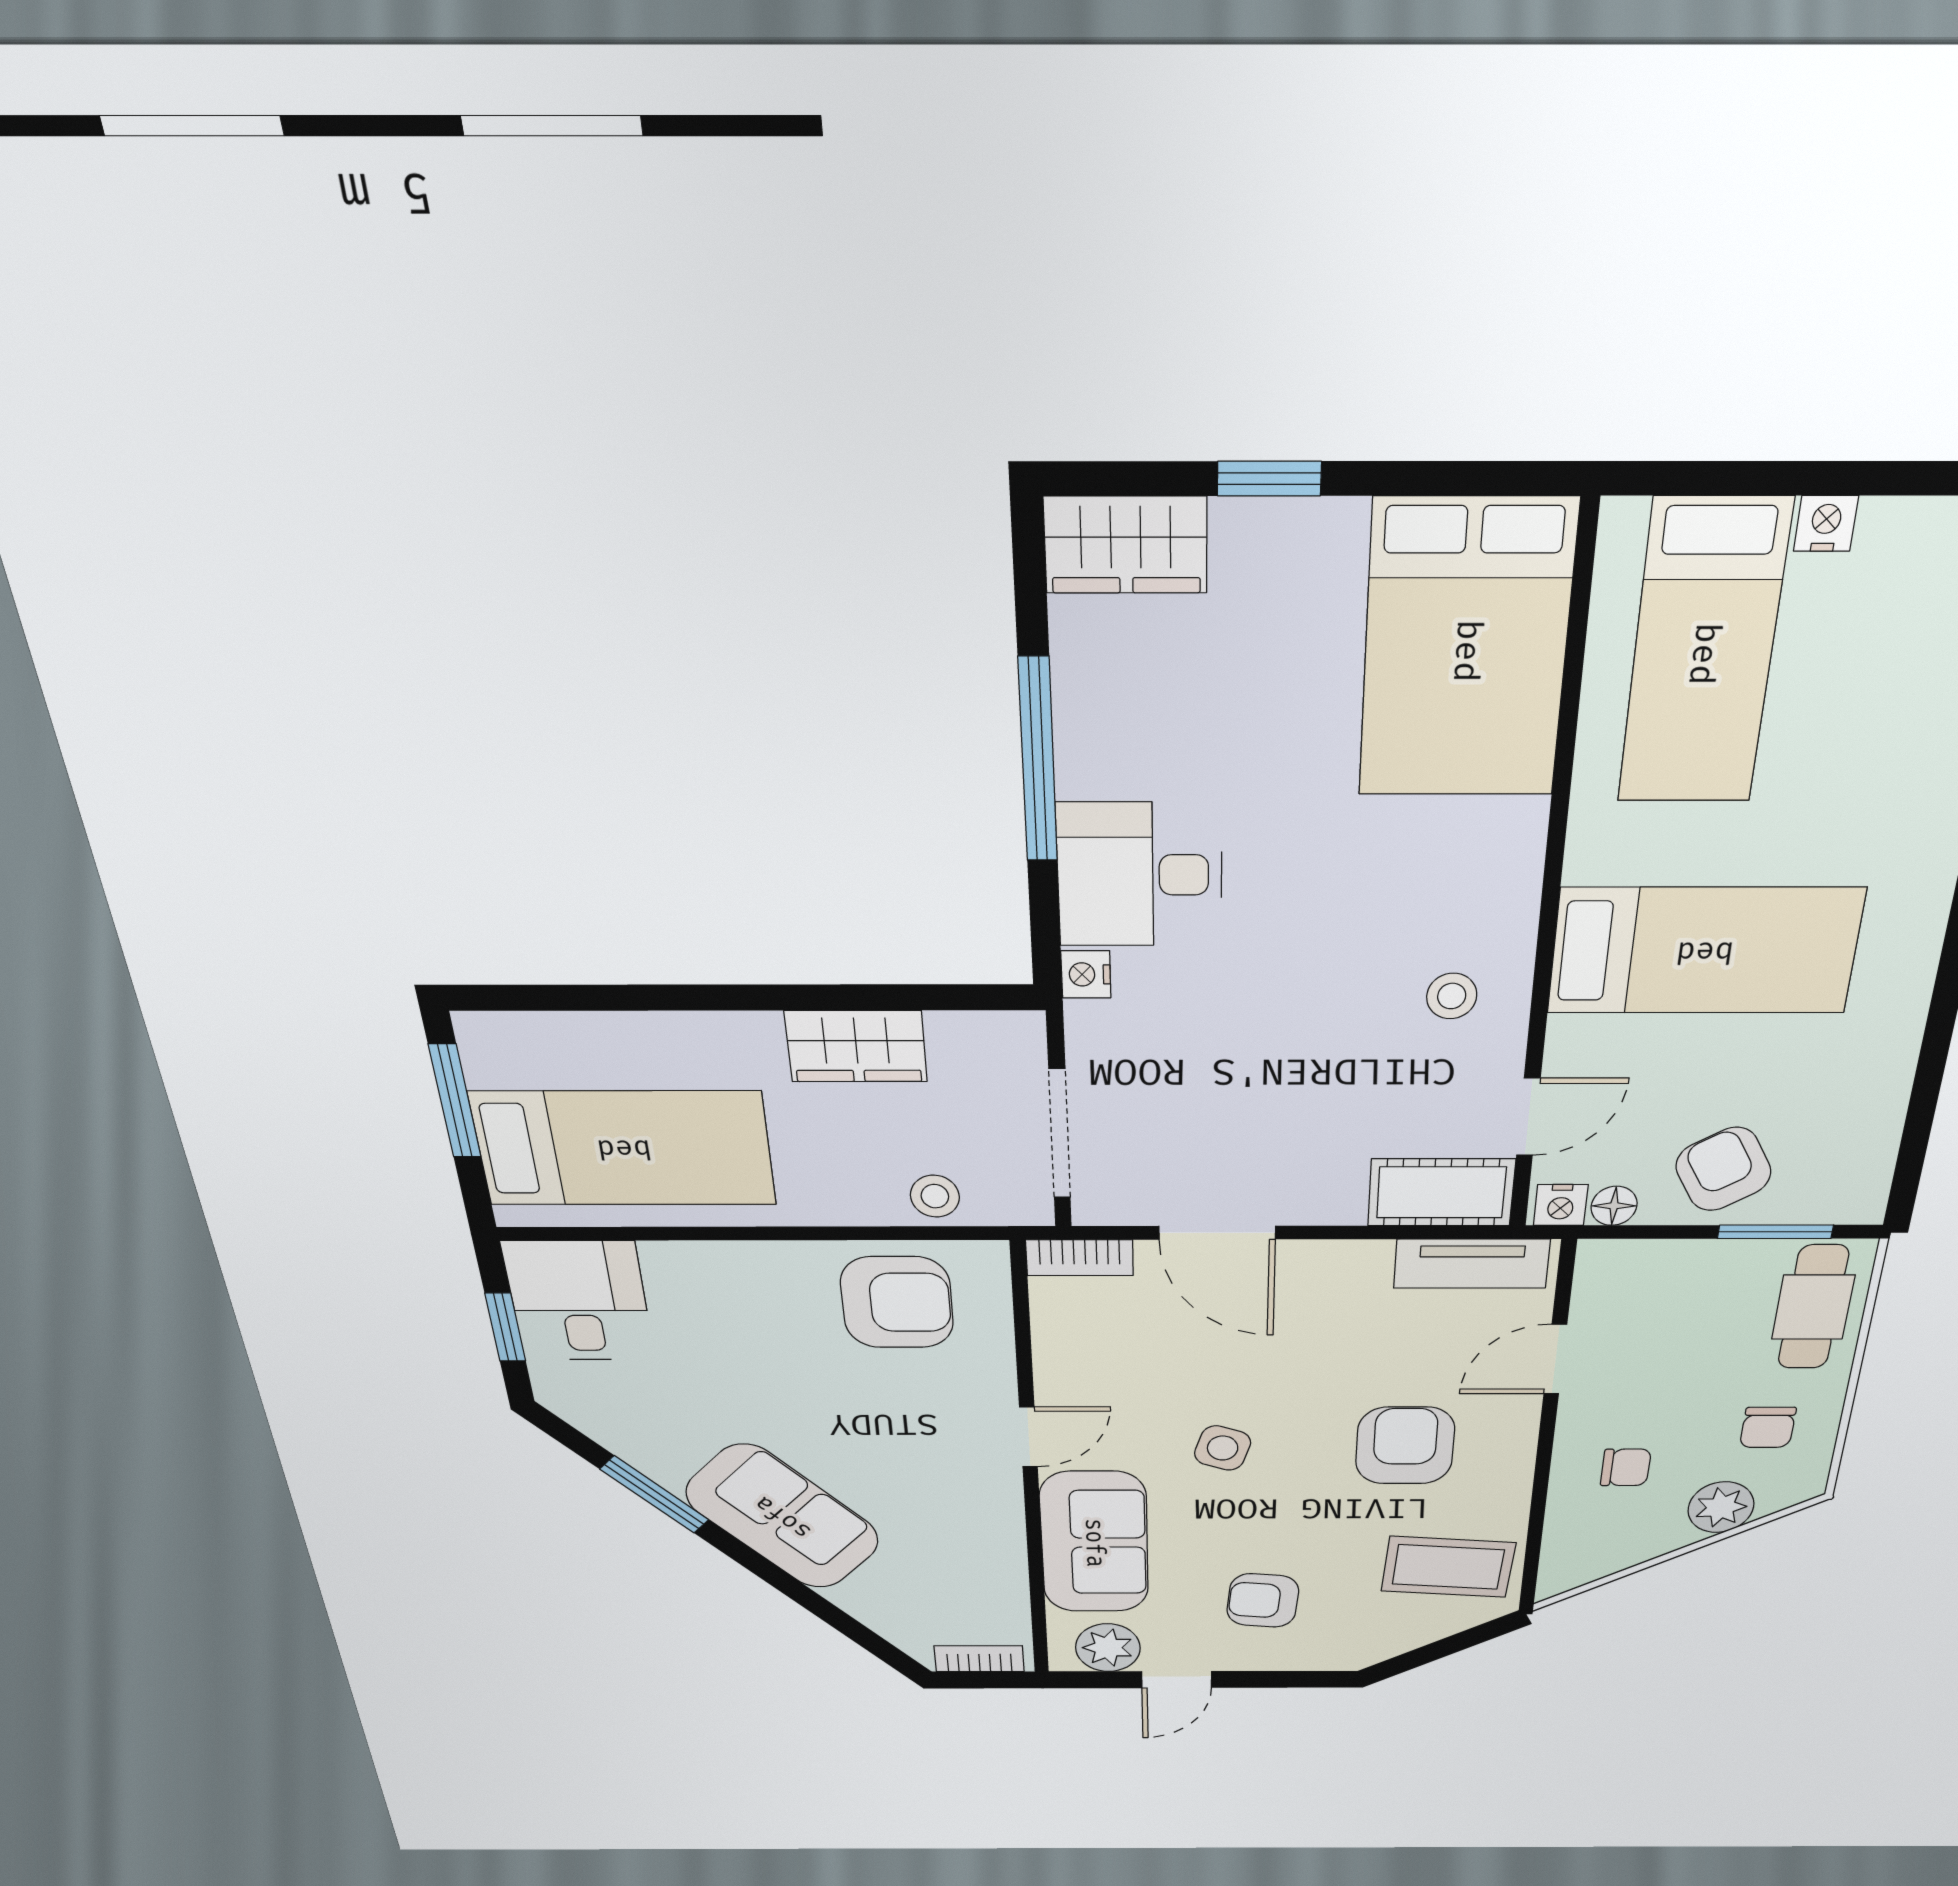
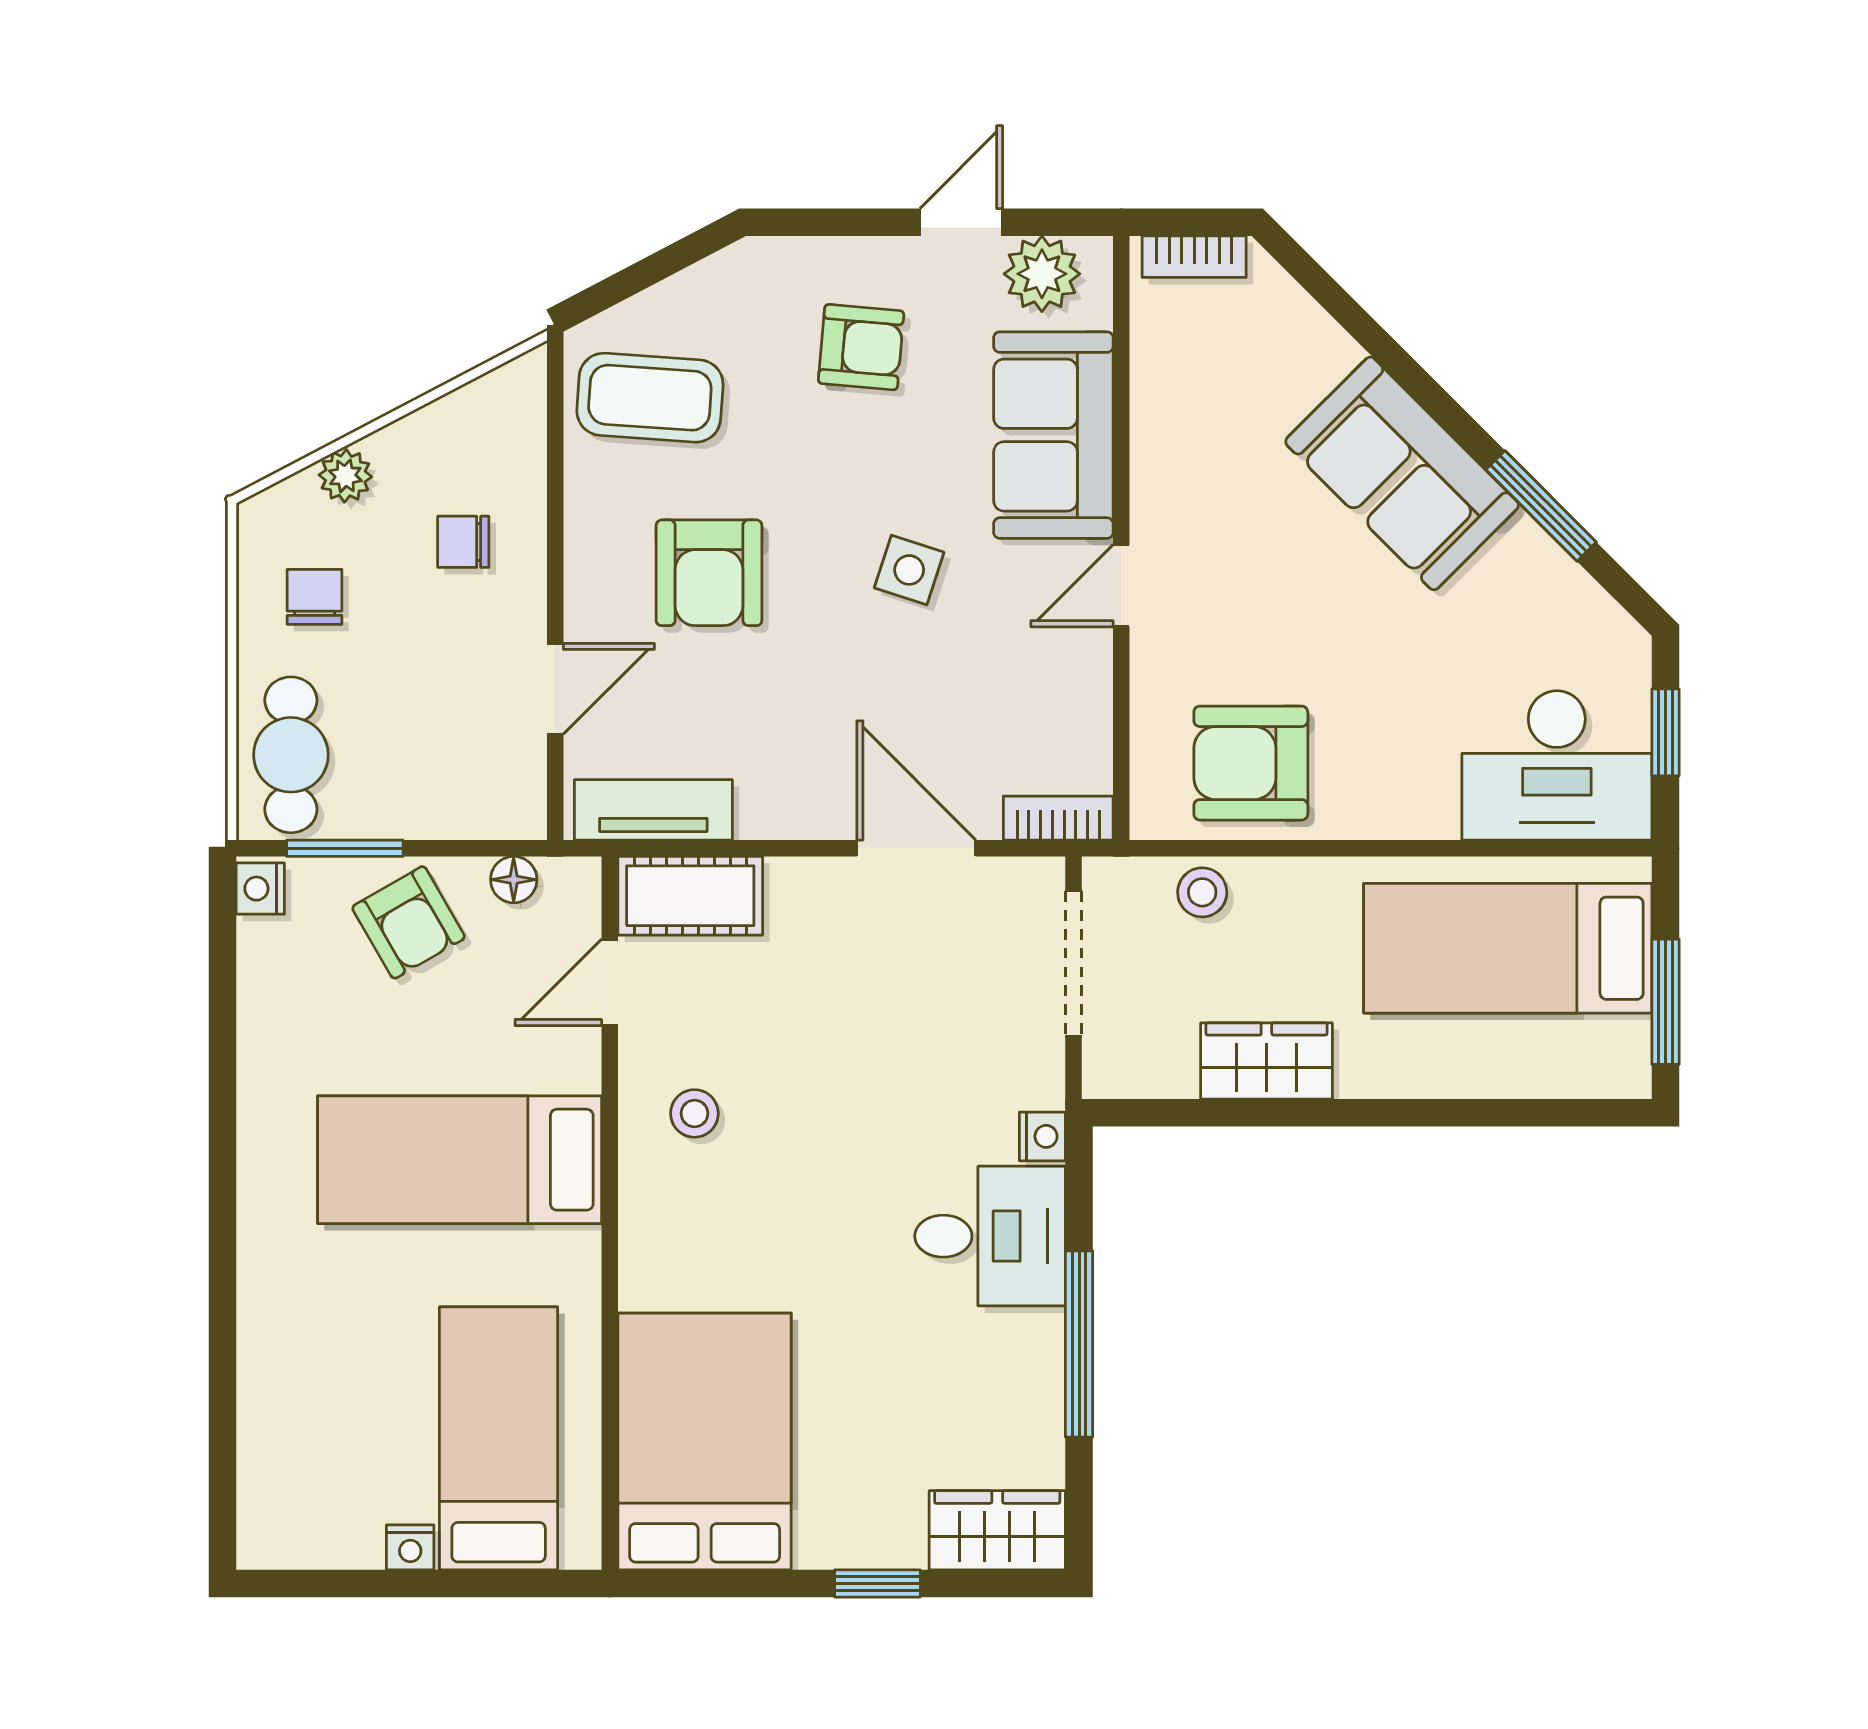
nightstand: (1561, 1205) -> (260, 889), moved, turned -90
desk: (579, 1301) -> (1557, 765), width x1.37
plant: (1721, 1507) -> (345, 476), width x0.73, depth x0.73

